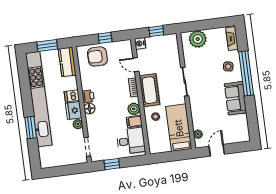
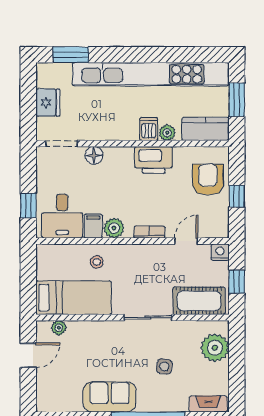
side table: (228, 66) -> (164, 366), moved
cot: (150, 90) -> (199, 301), moved
printer: (88, 96) -> (153, 160), width x1.87, depth x1.48
floor lamp: (89, 108) -> (94, 155), moved
fridge: (74, 111) -> (48, 103), moved, turned 90
plant: (78, 124) -> (167, 133), moved
window: (31, 128) -> (71, 55), moved
door: (217, 150) -> (28, 355), hinge flipped
window: (112, 164) -> (28, 206), moved

